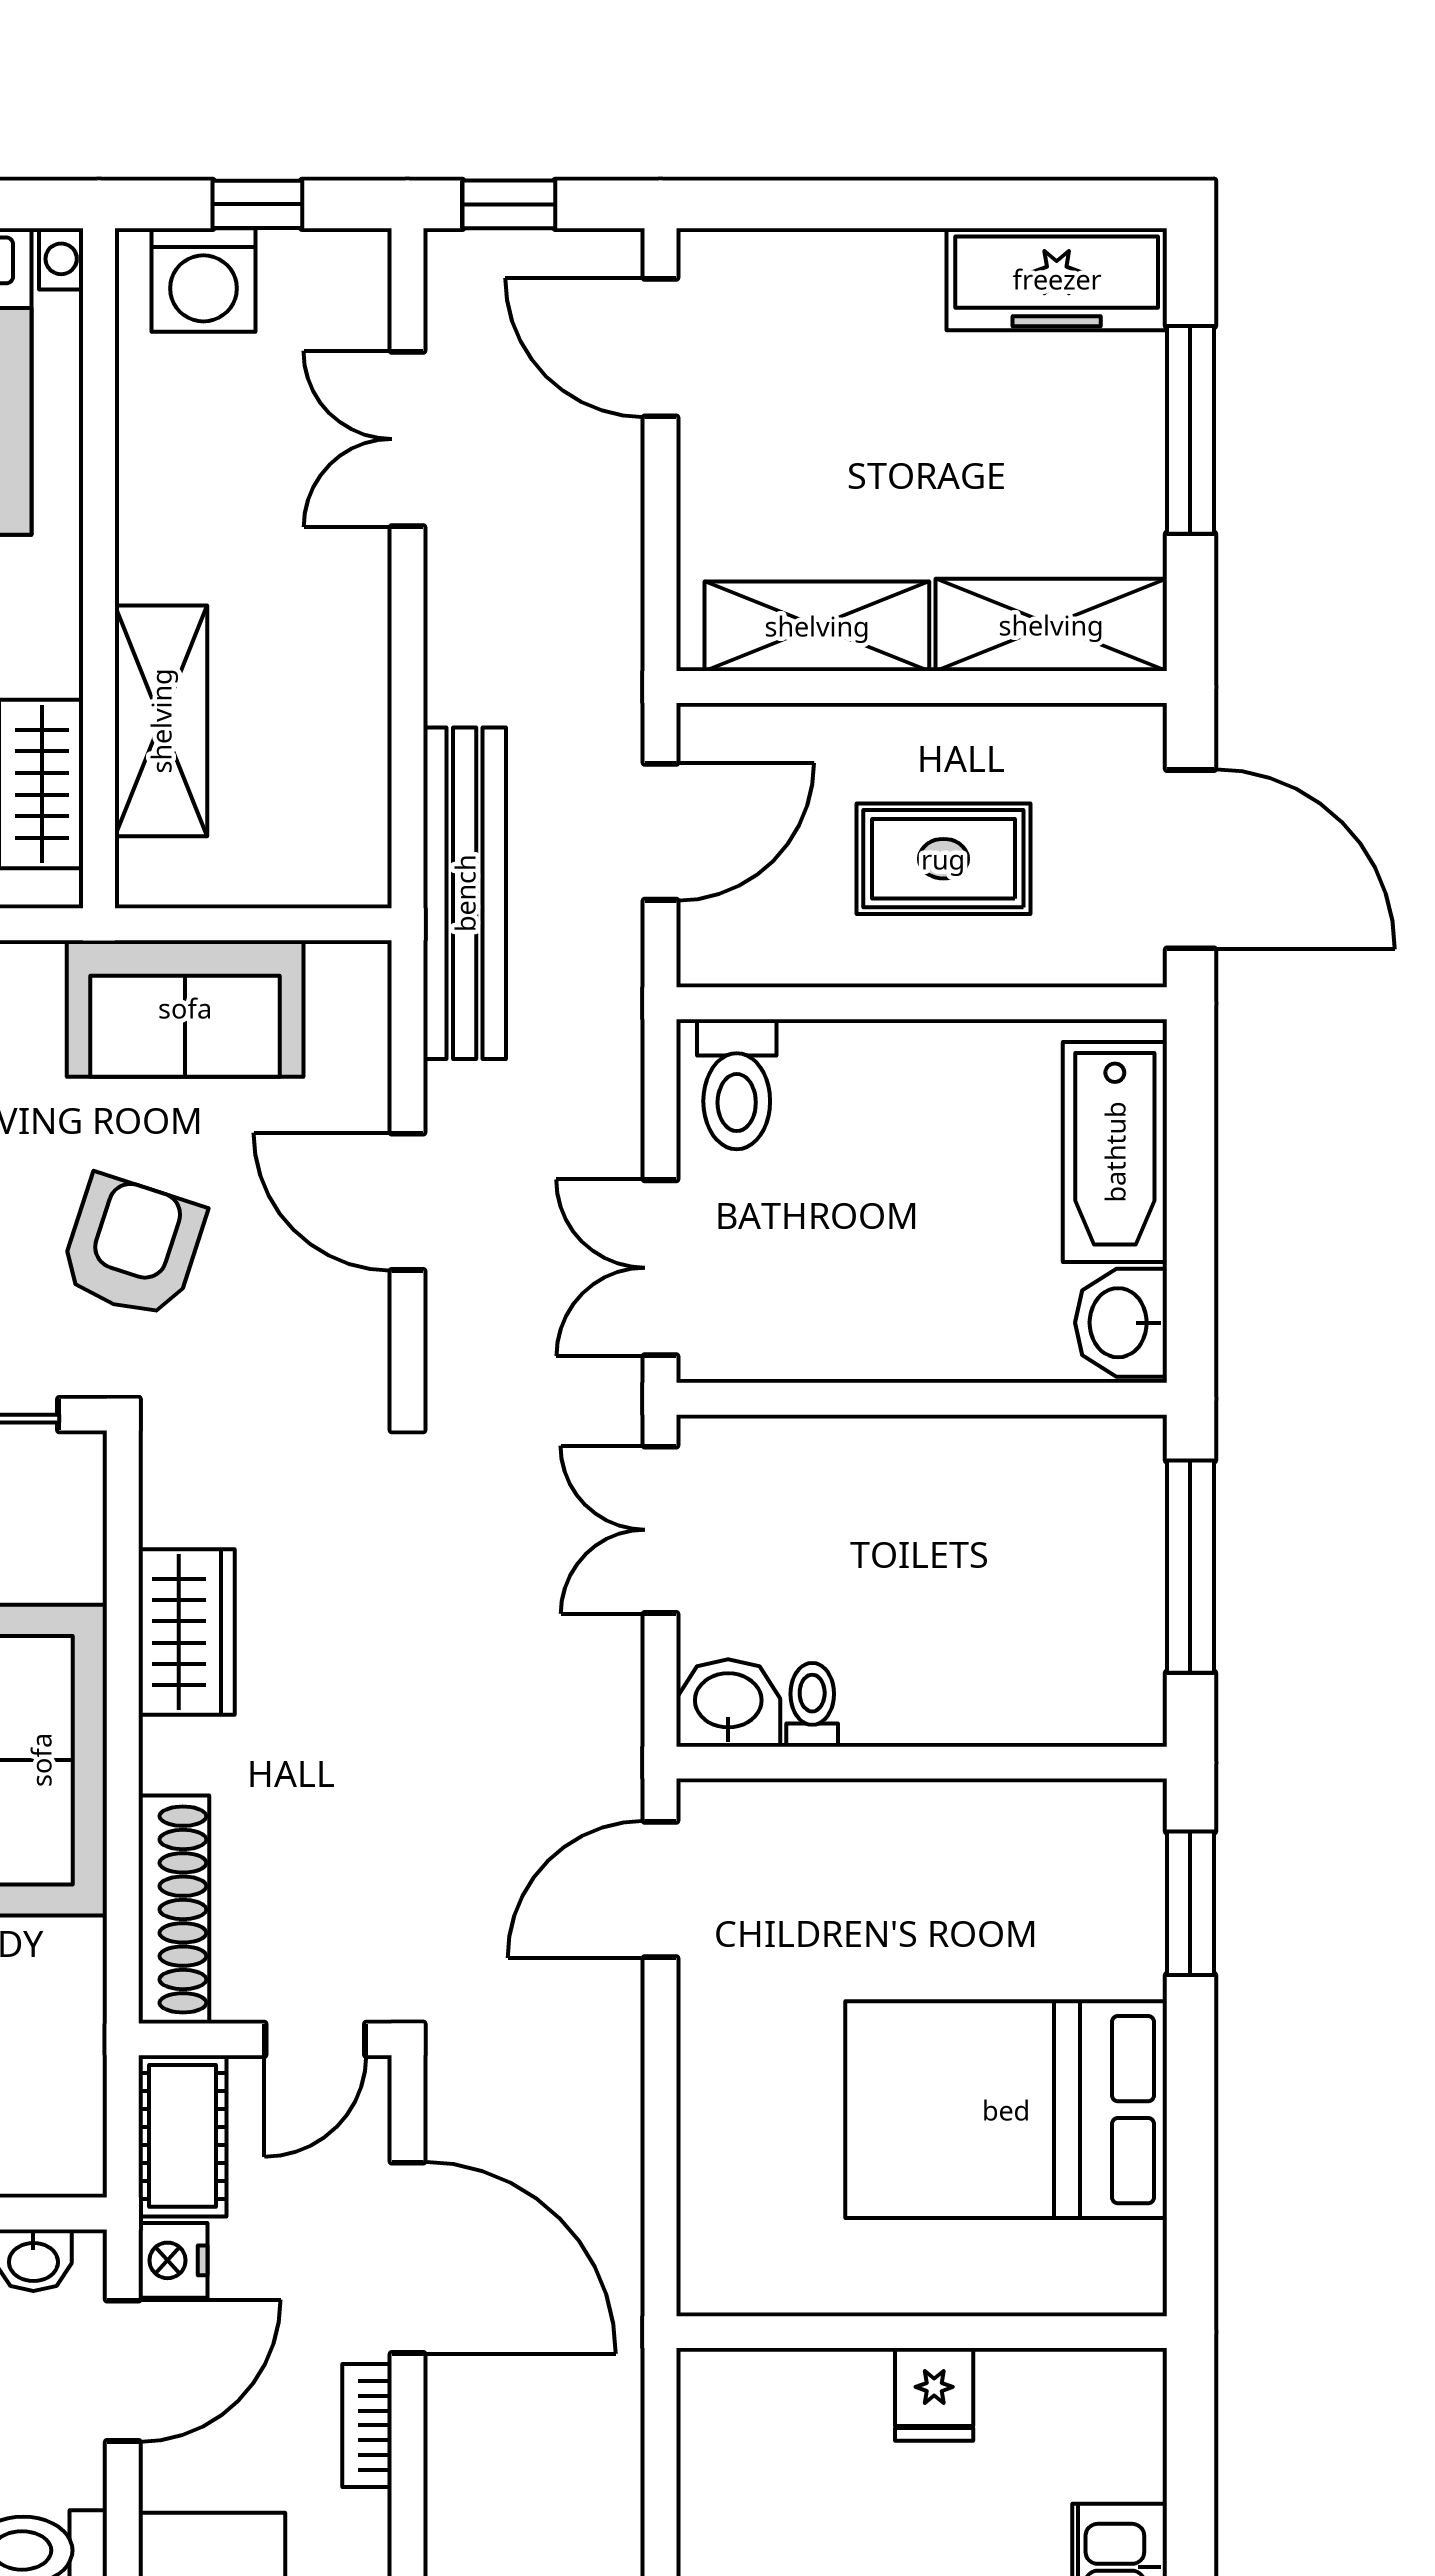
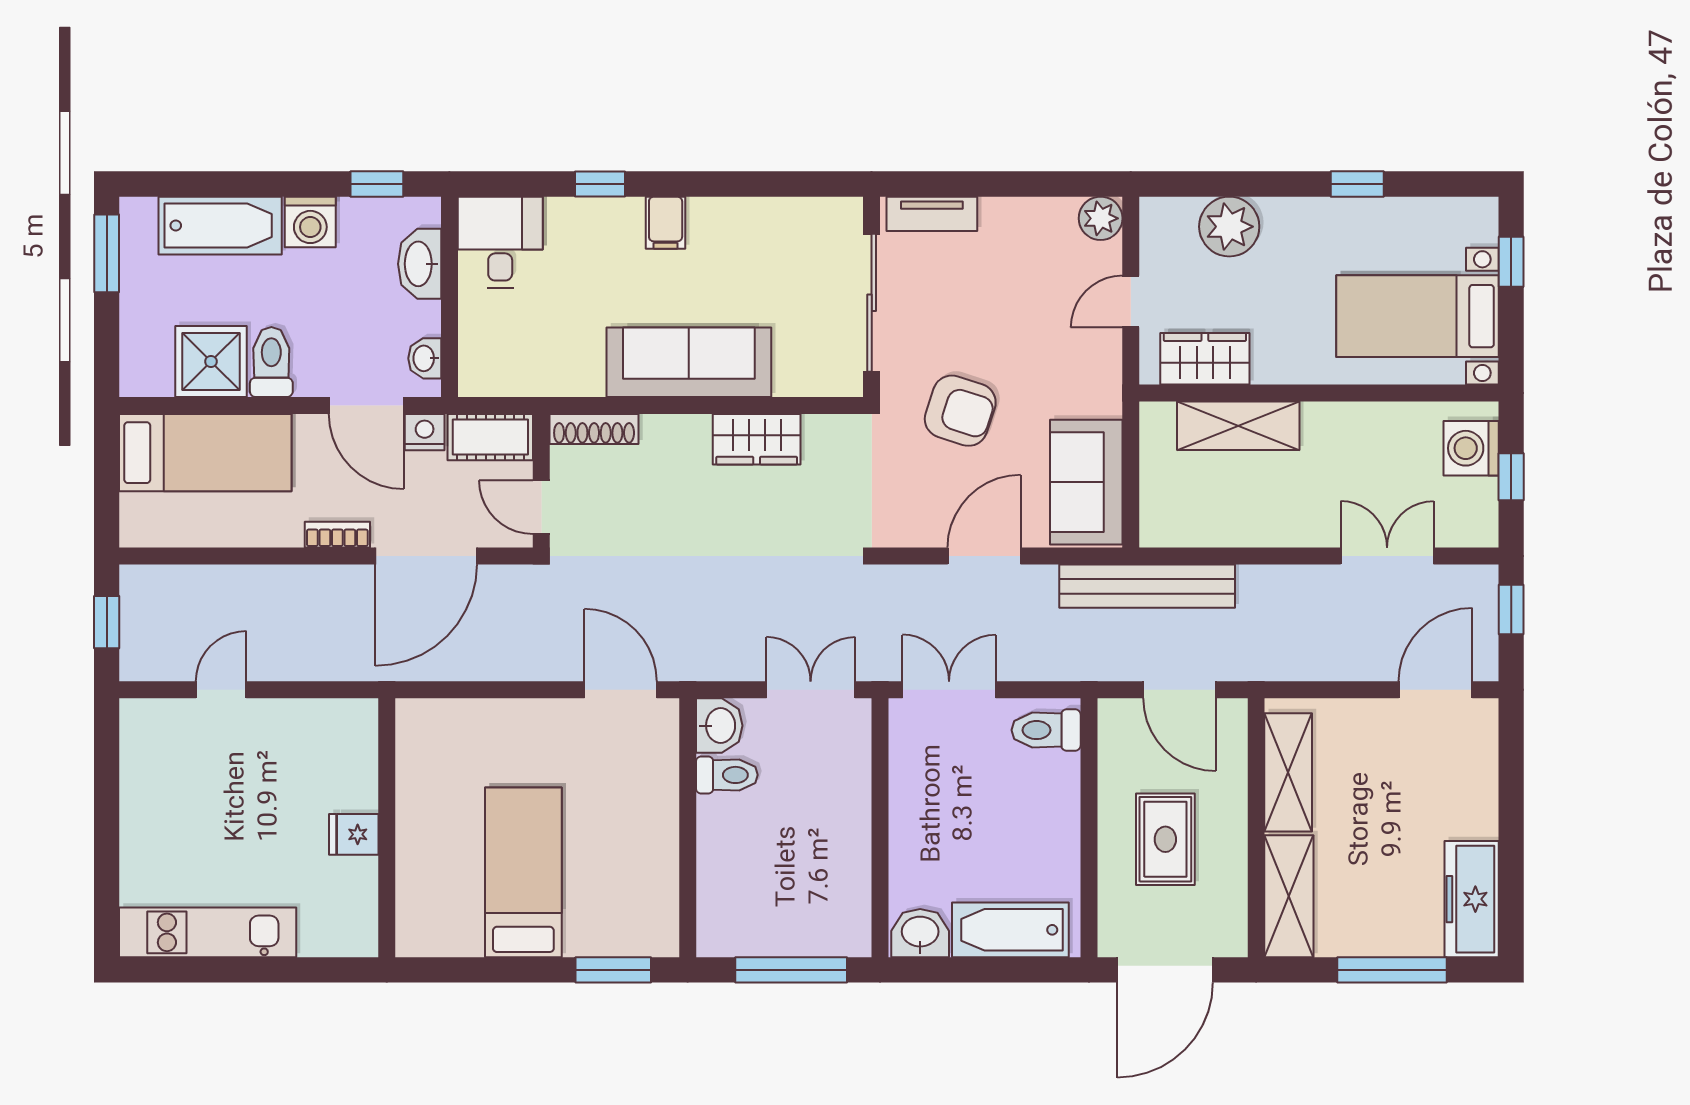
sofa: (185, 1008) -> (1086, 482), moved
toilet: (812, 1705) -> (727, 775), width x1.37, depth x1.39
shoe rack: (174, 1910) -> (594, 429), width x0.74, depth x0.81
bed: (1006, 2110) -> (523, 872), width x0.67

